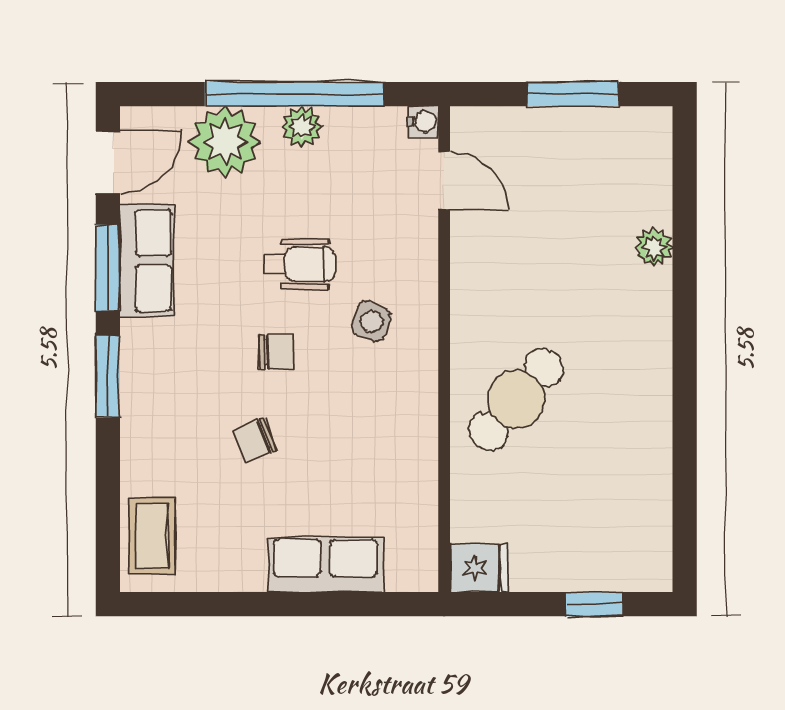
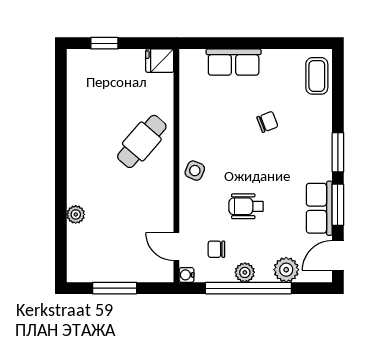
plant: (225, 142) -> (286, 270), width x0.73, depth x0.73
side table: (371, 322) -> (195, 171), moved
chair: (277, 352) -> (216, 249), moved

